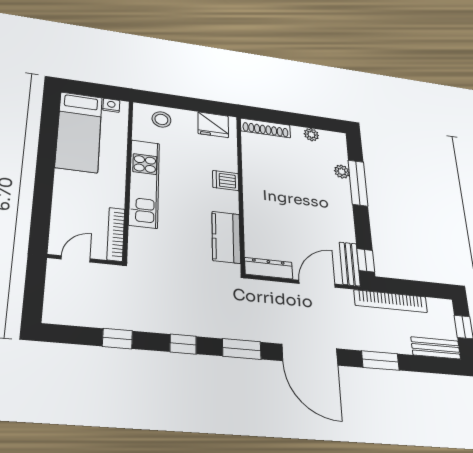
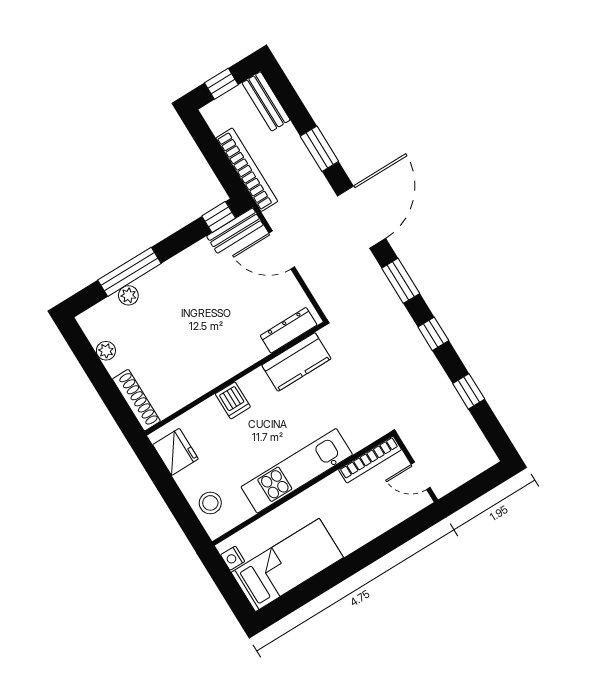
dresser: (269, 268) -> (289, 330), moved, turned 90

